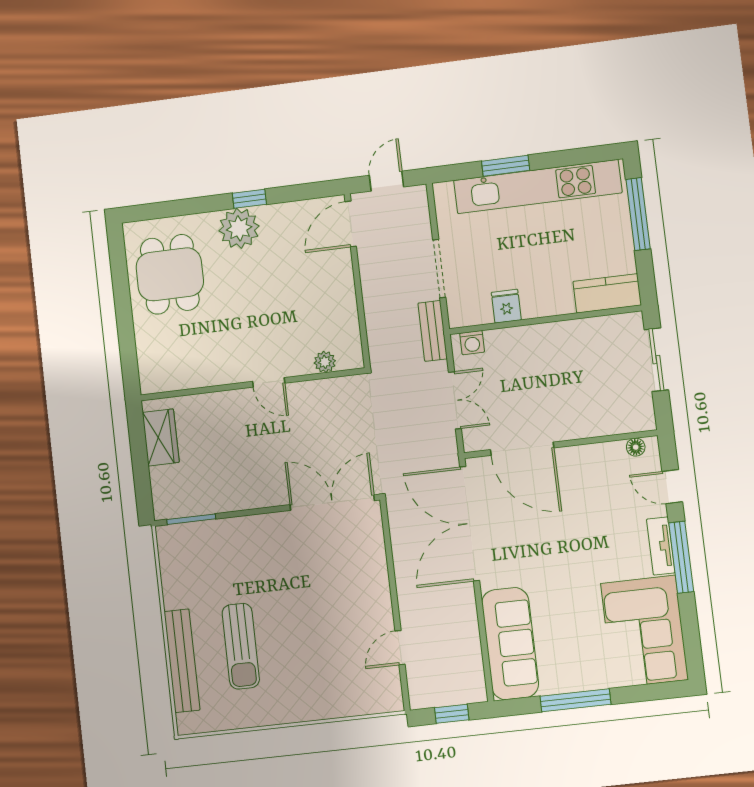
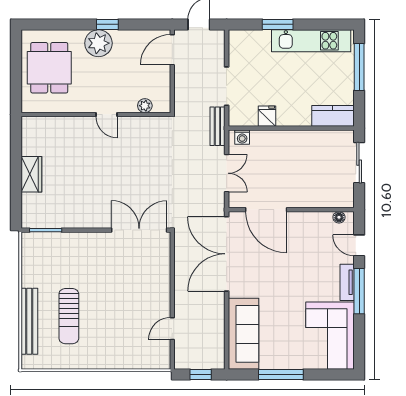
kitchen unit: (538, 187) -> (311, 41), width x0.73
plant: (325, 362) -> (145, 106), moved
door: (269, 382) -> (107, 115), moved
wall: (252, 384) -> (96, 115), moved

